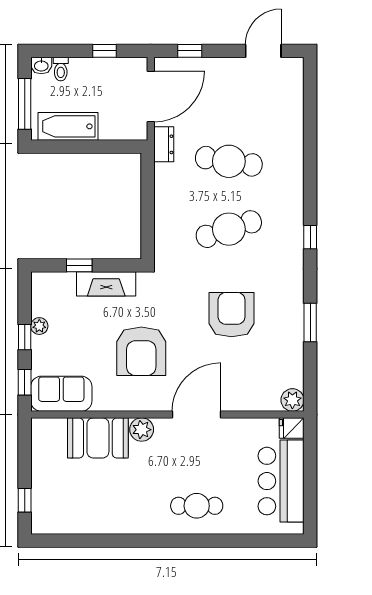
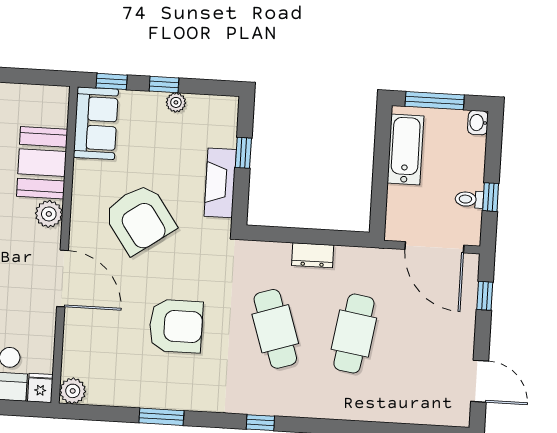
toilet: (61, 69) -> (469, 199), moved
dresser: (164, 144) -> (313, 255), moved
armchair: (141, 351) -> (140, 219), turned -125

